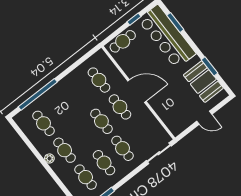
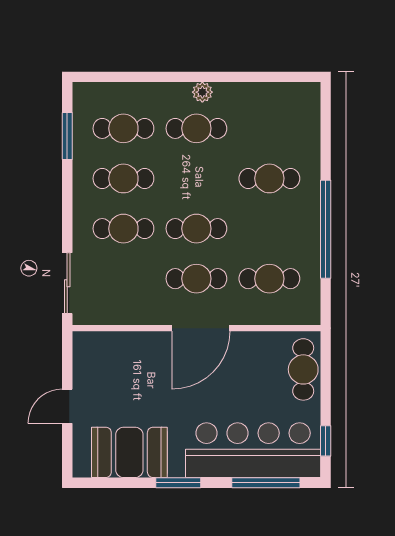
window: (134, 19) -> (326, 441), moved
window: (175, 22) -> (266, 483), width x1.44
window: (210, 66) -> (178, 483), moved
window: (38, 94) -> (326, 229), moved
cafe table: (44, 123) -> (269, 178), moved

